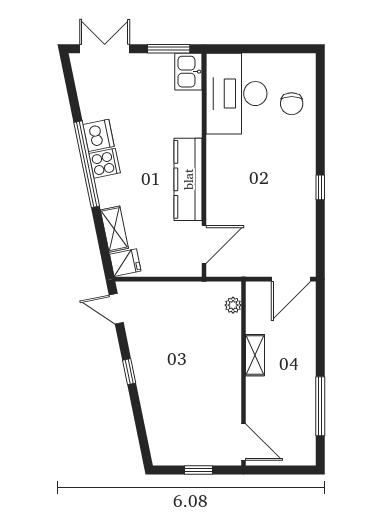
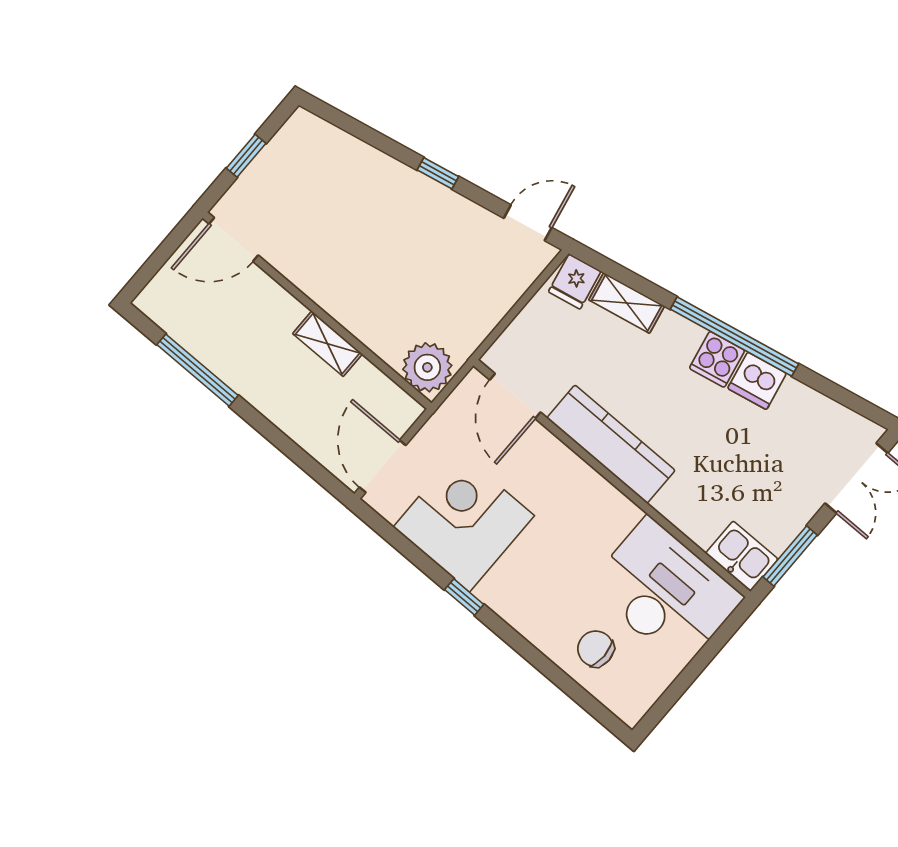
corner desk: (284, 218) -> (464, 521), added
plant: (233, 305) -> (427, 367), width x1.88, depth x1.88

